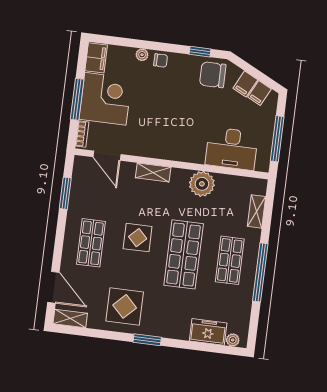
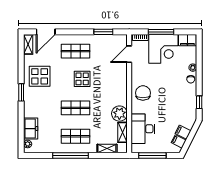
chair: (213, 75) -> (143, 93), moved
shelving: (153, 172) -> (123, 132), moved
shop shelf: (184, 254) -> (75, 108), width x0.70, depth x0.74

